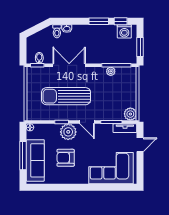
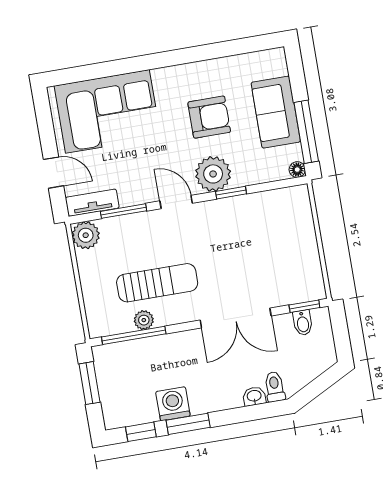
washing machine: (124, 31) -> (173, 404), moved
sun lounger: (66, 96) -> (157, 283), moved, width x0.73, depth x0.75
door: (140, 145) -> (54, 173), swing flipped
window: (23, 156) -> (306, 132), moved
sofa: (35, 160) -> (276, 112), width x0.73

